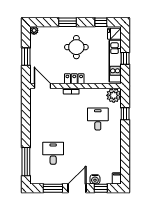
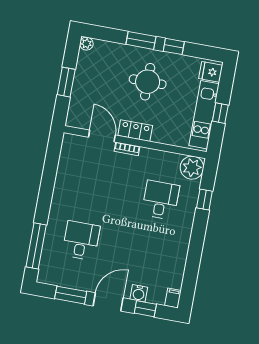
window: (101, 22) -> (174, 46), moved
door: (42, 86) -> (102, 136), moved

